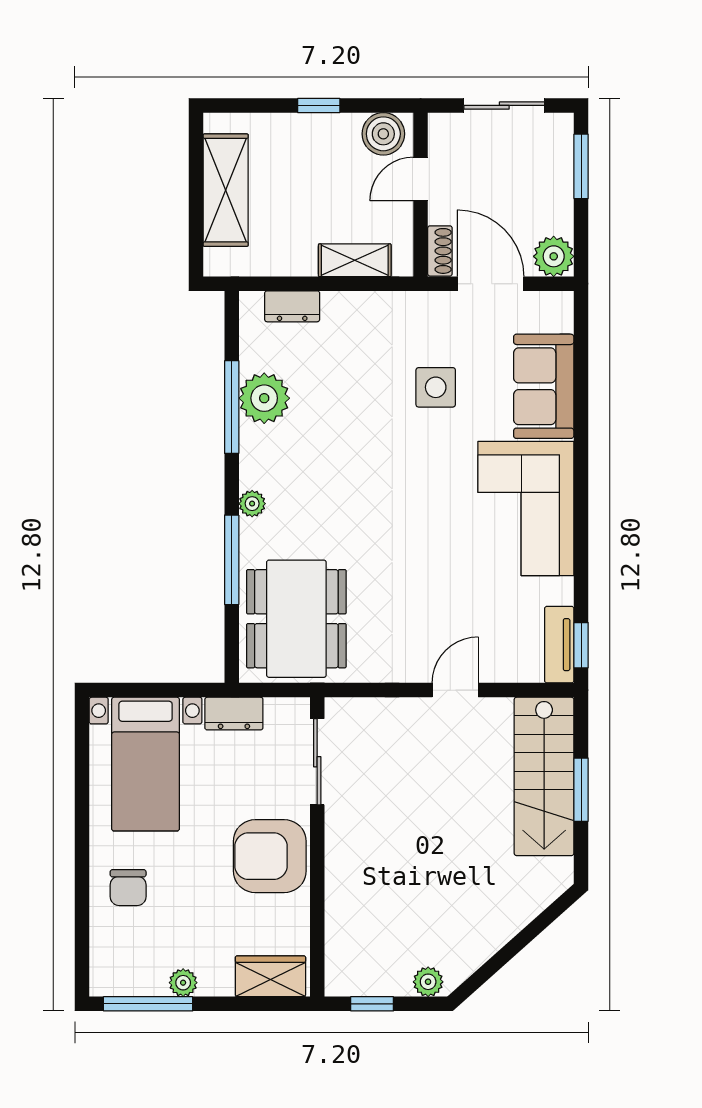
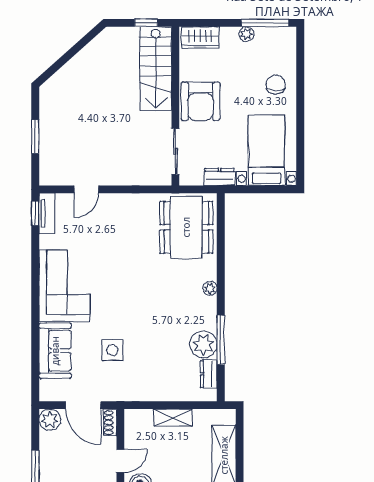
shelving: (355, 260) -> (173, 418), moved
dresser: (292, 306) -> (209, 374), moved, turned -90
window: (232, 560) -> (221, 259), removed
door: (455, 690) -> (86, 189), moved
stairs: (544, 776) -> (156, 69), moved, turned 180
armchair: (270, 856) -> (201, 101), turned 90
plant: (428, 982) -> (116, 35), removed

